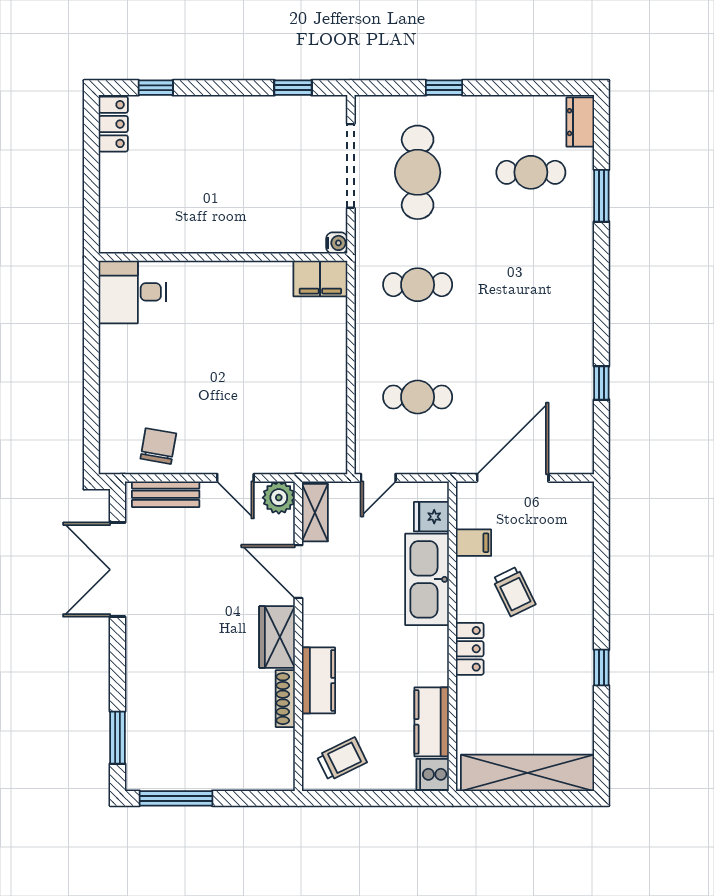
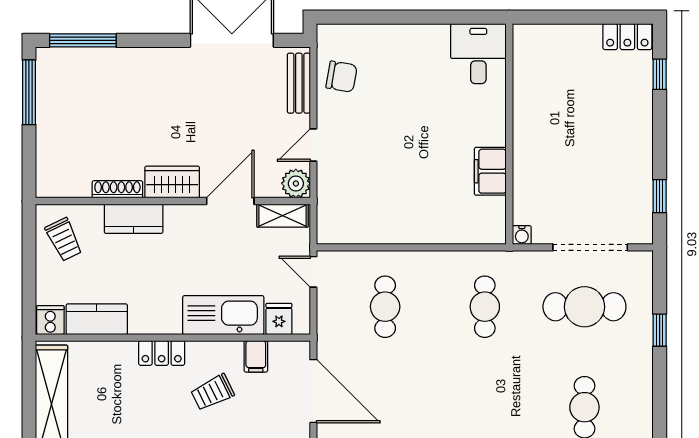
filing cabinet: (320, 279) -> (490, 171), moved
window: (117, 738) -> (83, 40), width x1.44

